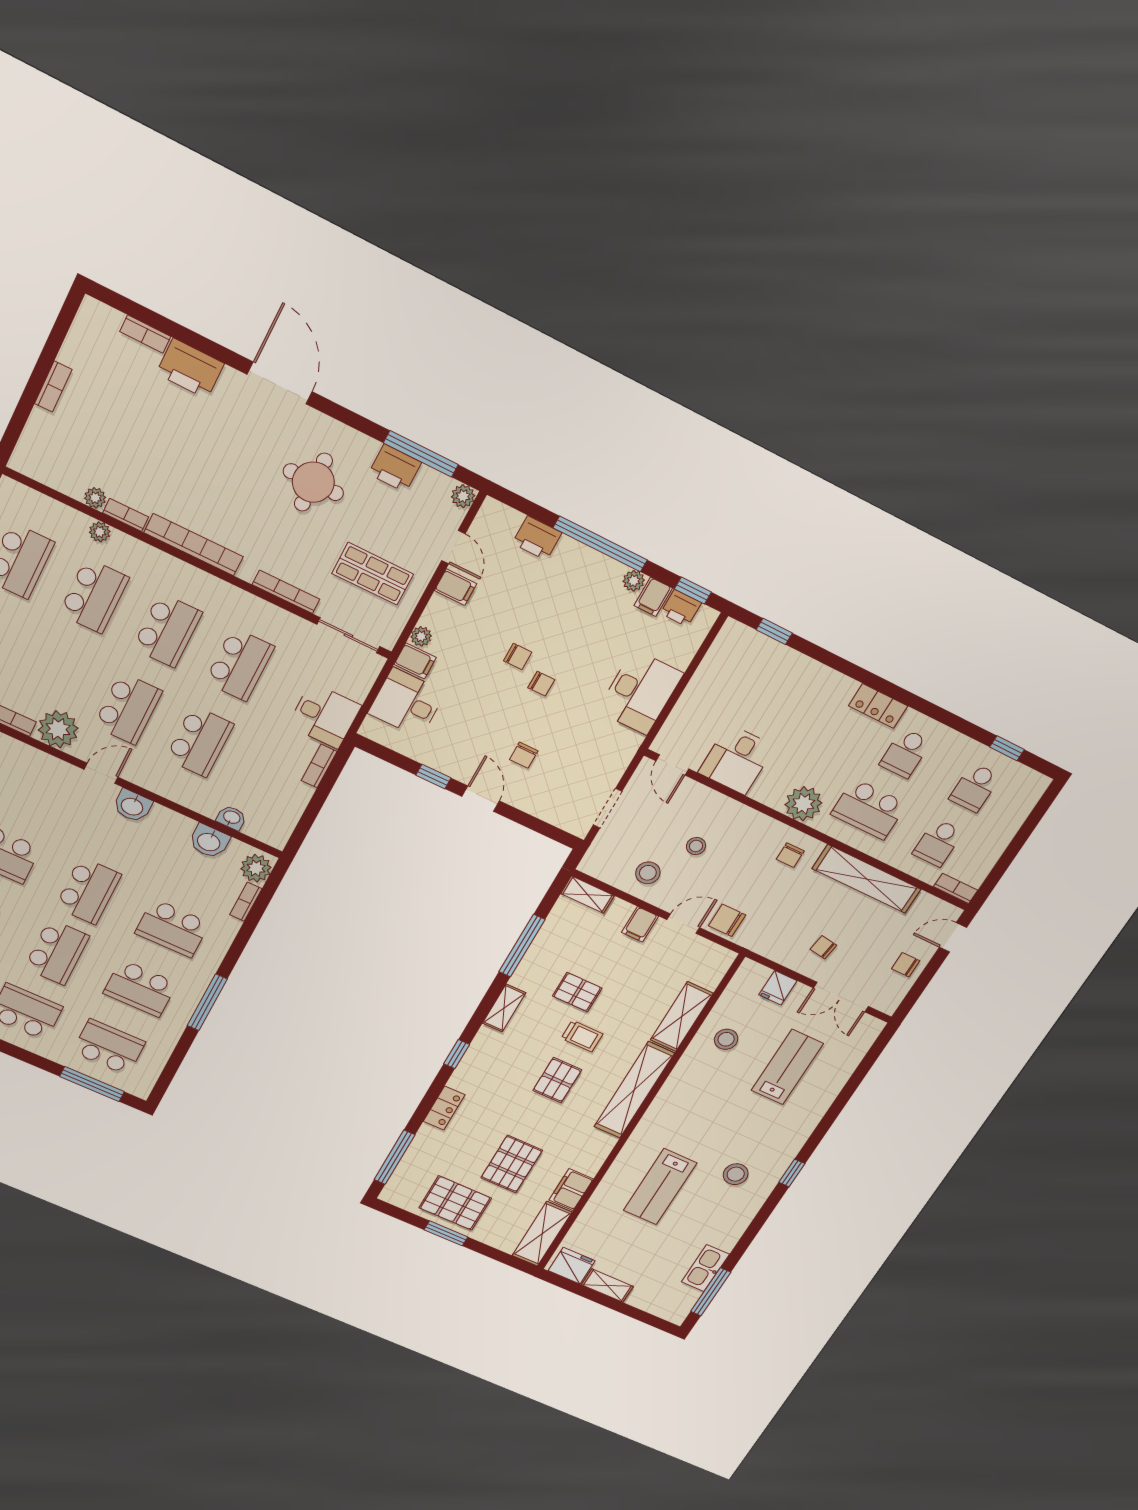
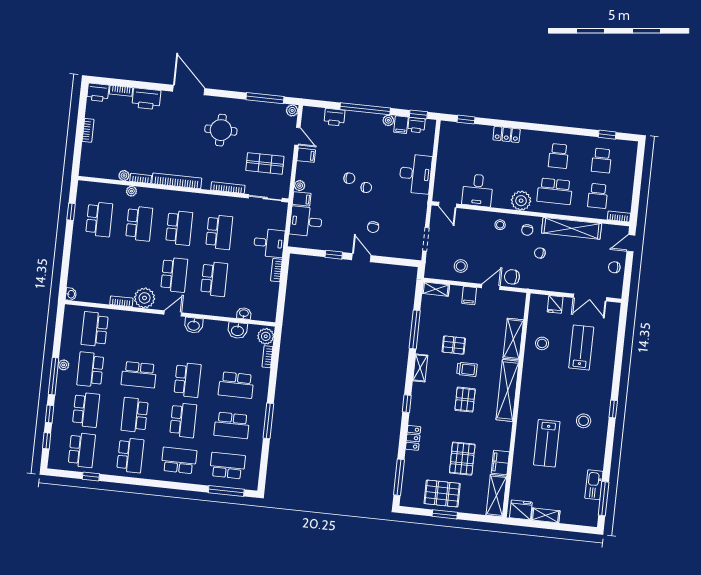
printer: (395, 468) -> (98, 92), moved
locker: (878, 706) -> (507, 134), moved
stool: (696, 846) -> (500, 225), moved
chair: (823, 947) -> (540, 253), moved

